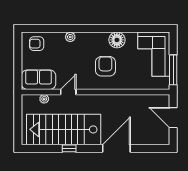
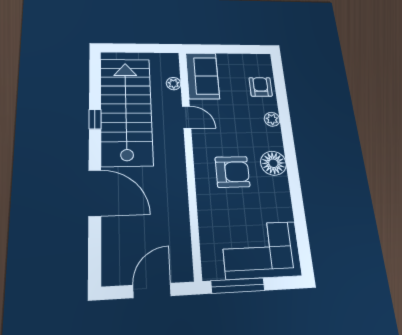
floor lamp: (117, 40) -> (273, 163), moved
armchair: (37, 44) -> (261, 87), moved

